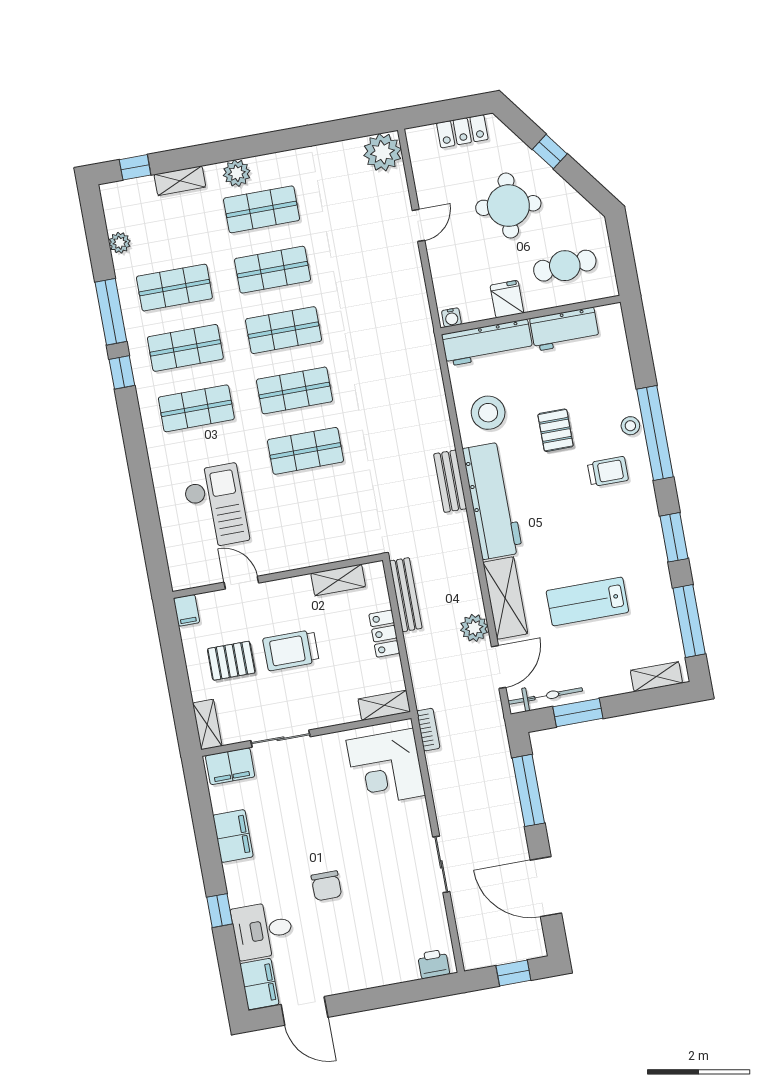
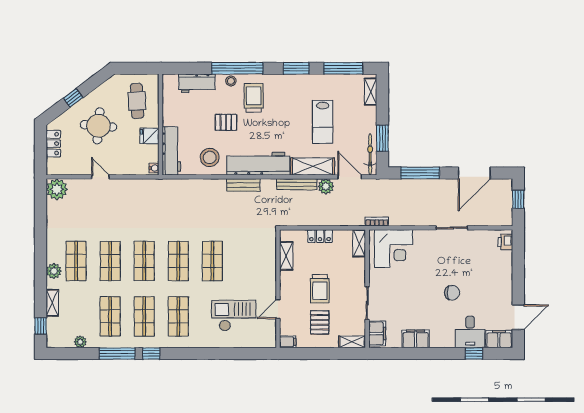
workbench: (565, 329) -> (197, 83), moved, turned 90
trolley: (608, 472) -> (254, 98), width x1.36, depth x1.39
bench: (406, 595) -> (297, 184), moved
window: (220, 911) -> (474, 354), moved

